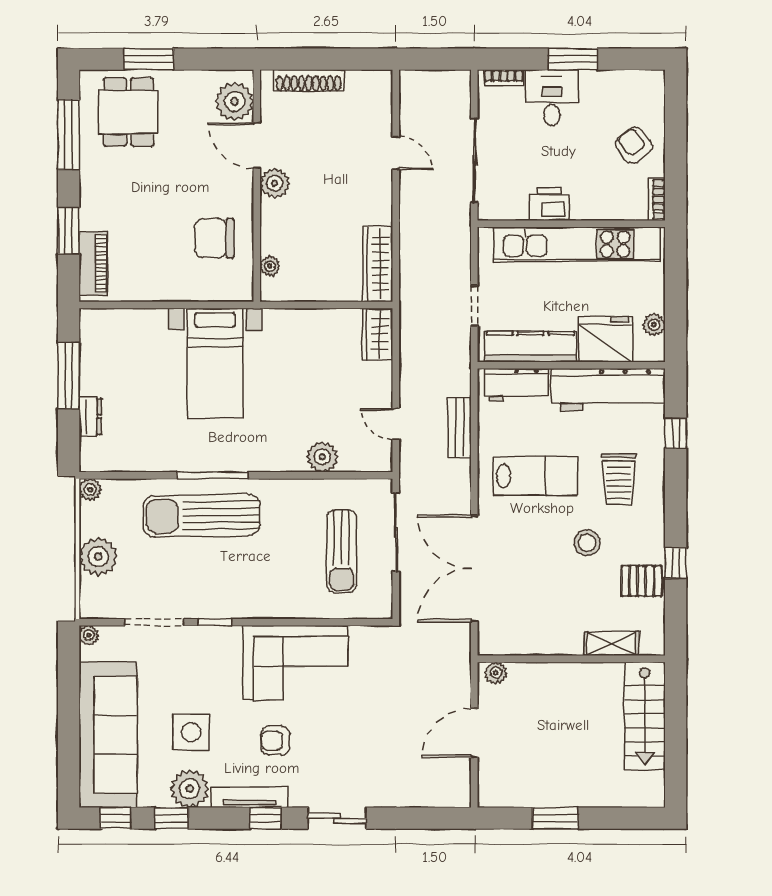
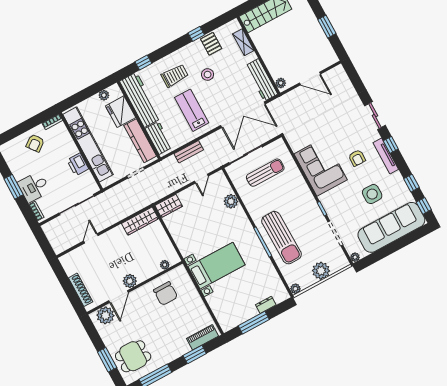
workbench: (521, 639) -> (261, 80), added
plant: (190, 789) -> (395, 182), removed

